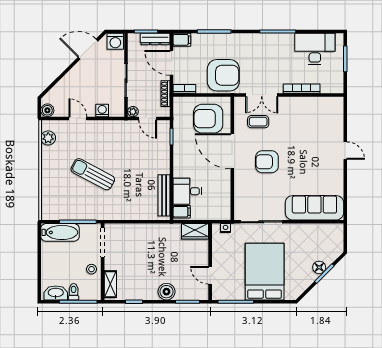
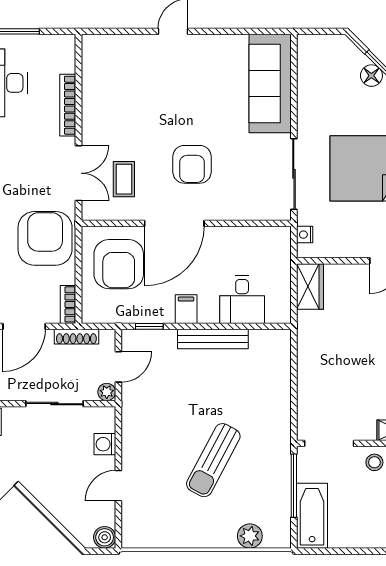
plant: (48, 138) -> (250, 536), moved
bench: (164, 195) -> (213, 339), moved
filing cabinet: (182, 212) -> (186, 309), moved

